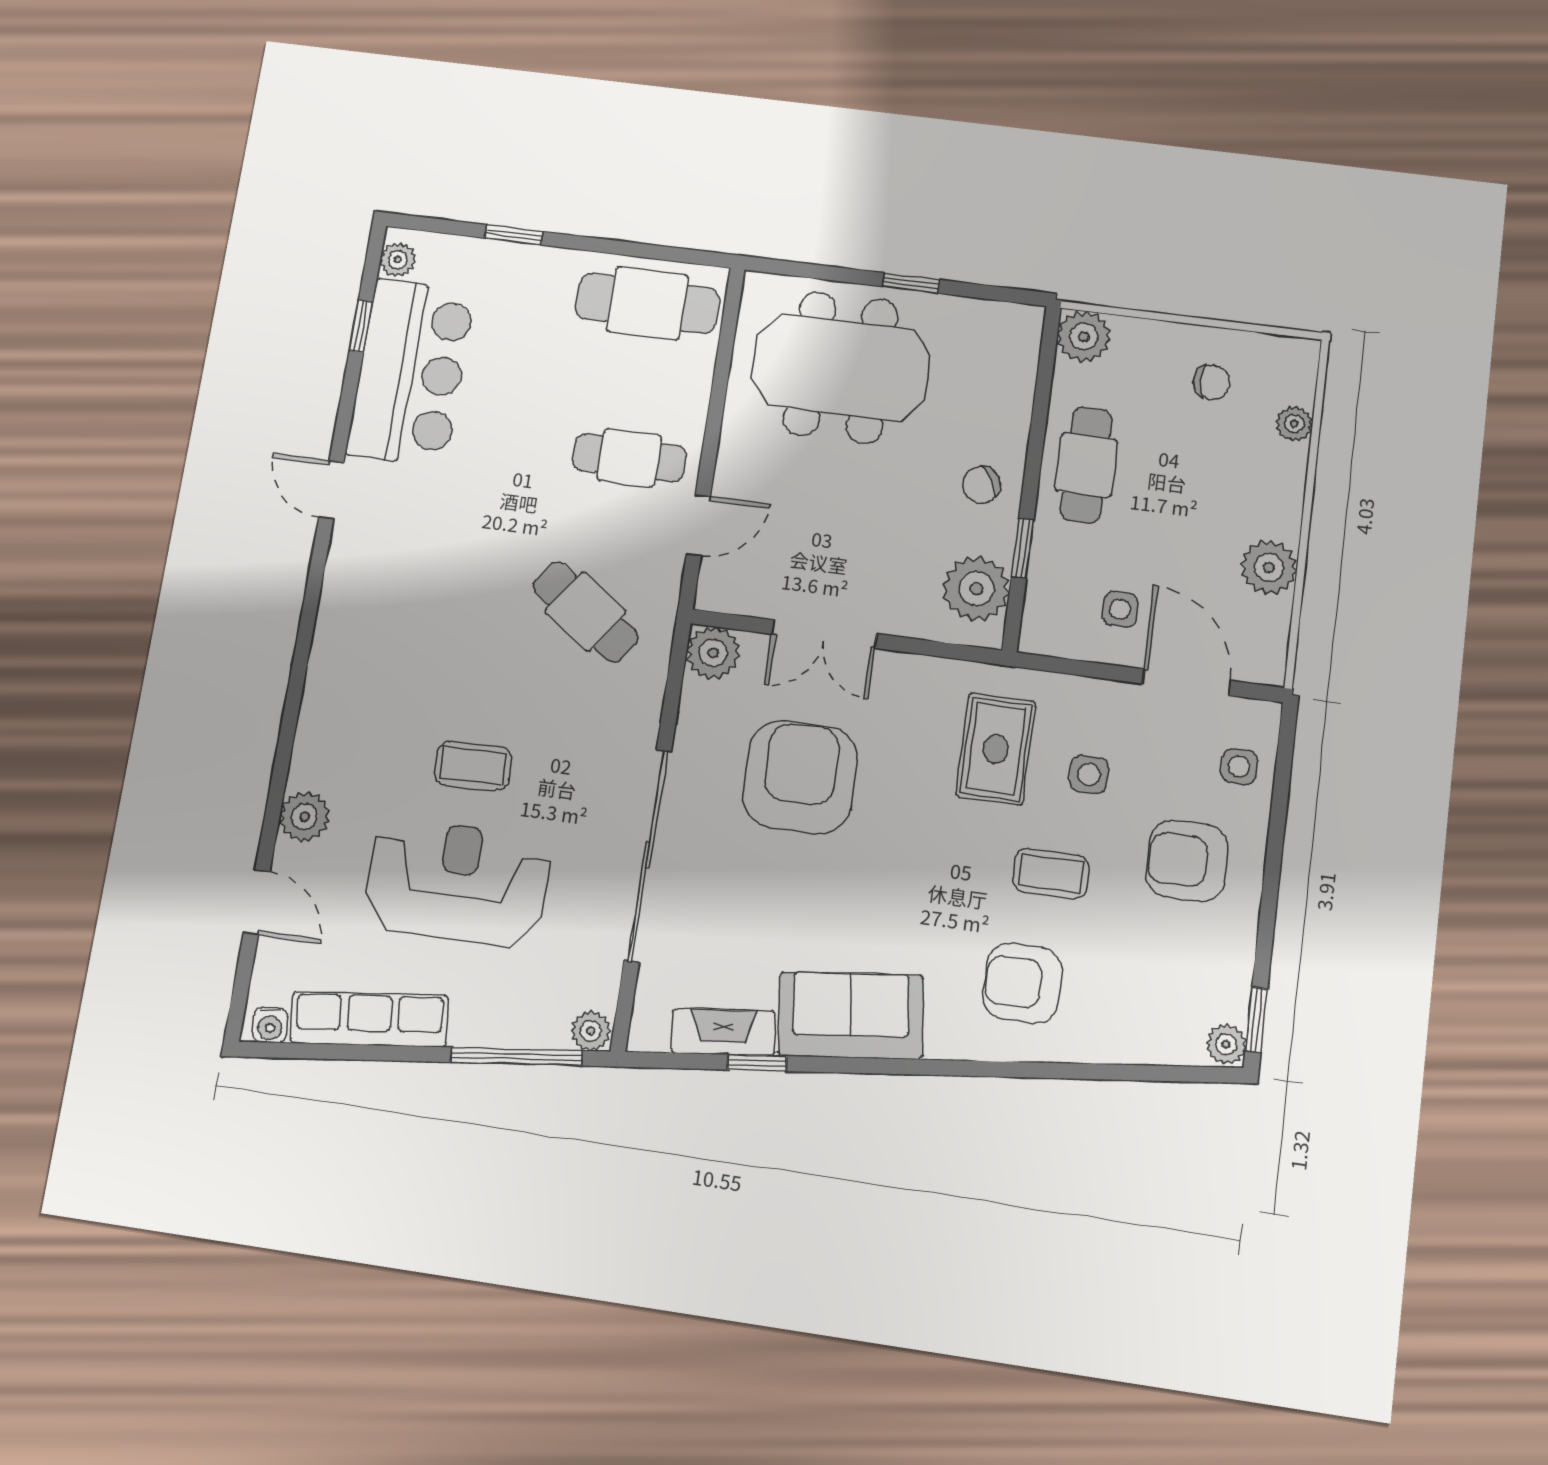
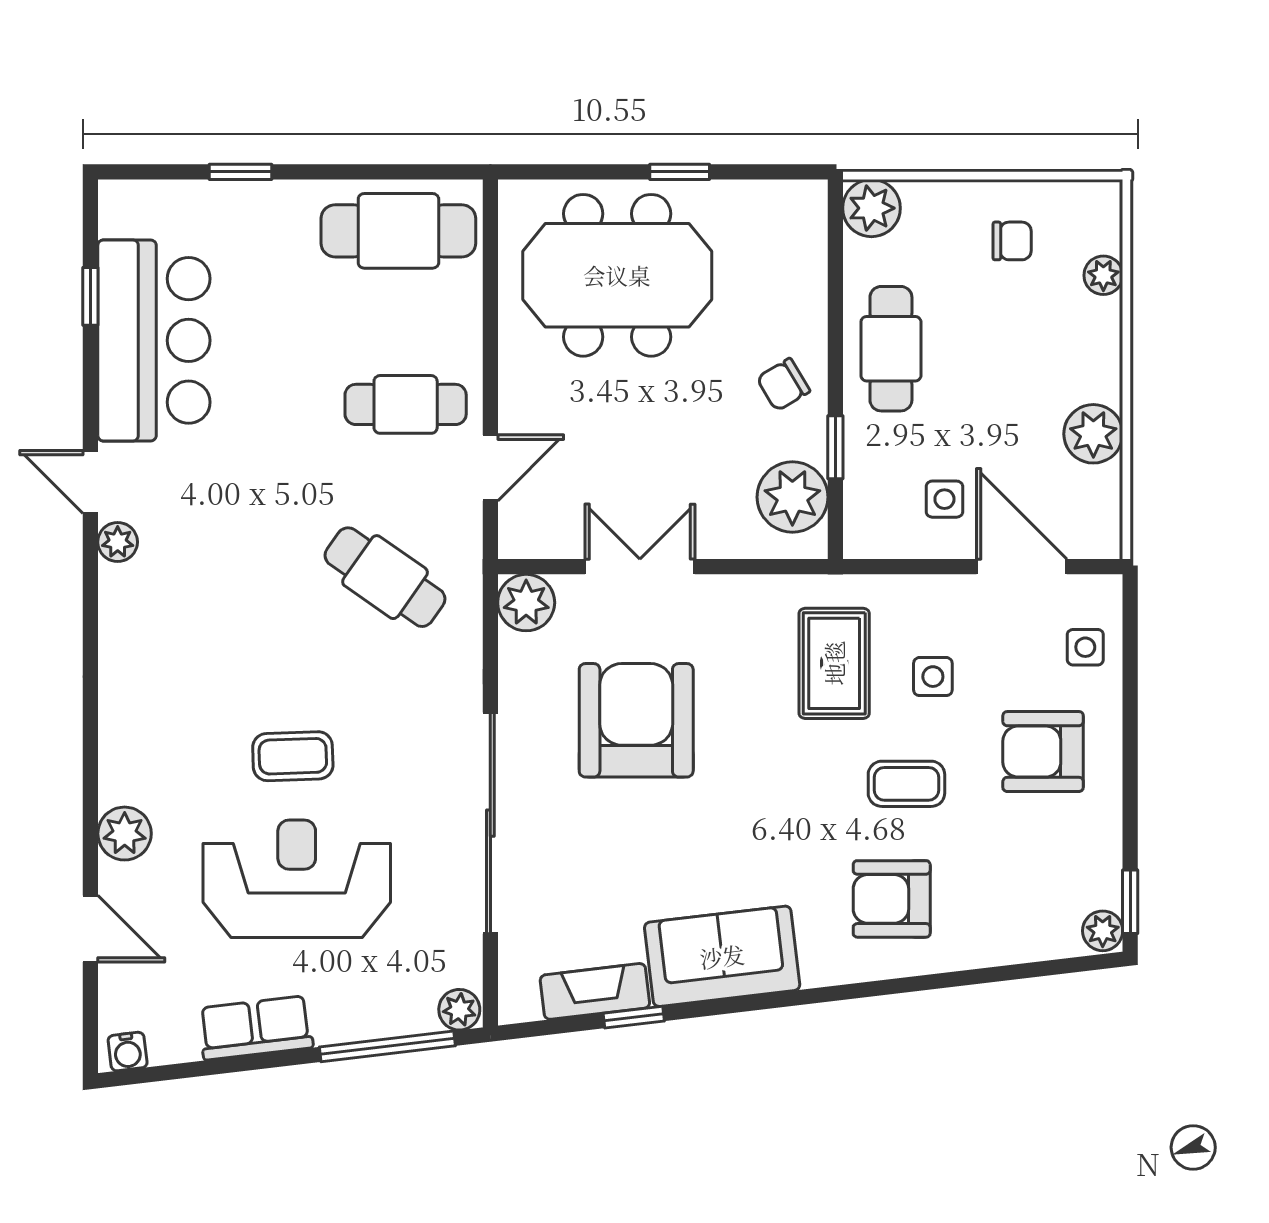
plant: (398, 260) -> (118, 542), moved
double door: (824, 634) -> (640, 567), swing flipped
row of seats: (369, 1019) -> (256, 1028), width x0.68

